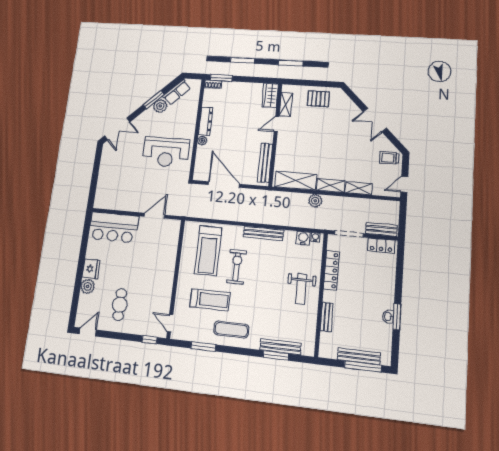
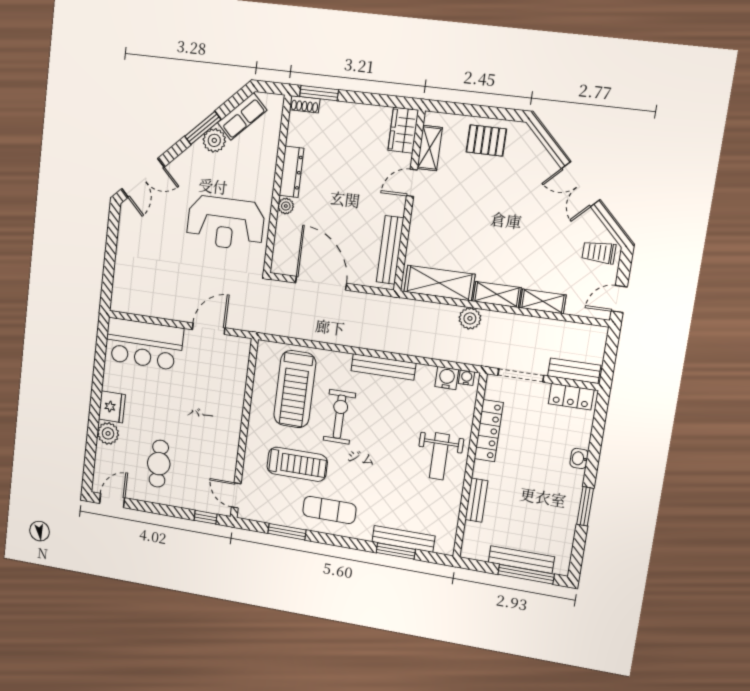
washbasin: (388, 316) -> (579, 458), moved

